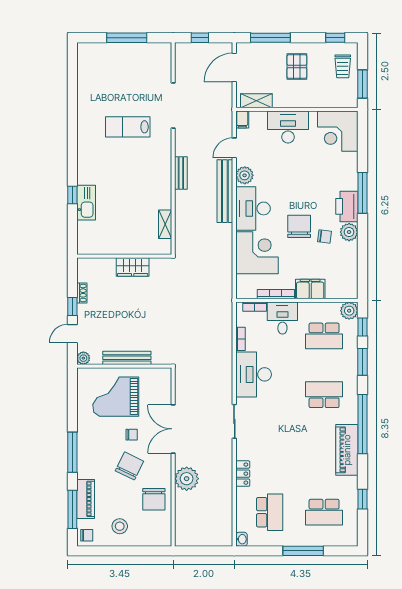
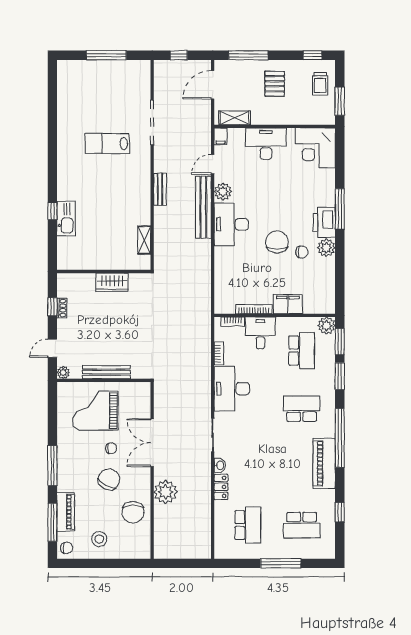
corner desk: (257, 253) -> (235, 268), removed
window: (72, 306) -> (52, 307), moved
window: (363, 327) -> (340, 342), width x1.50
school desk: (324, 336) -> (302, 351), turned -90
washbasin: (242, 539) -> (220, 465), moved

